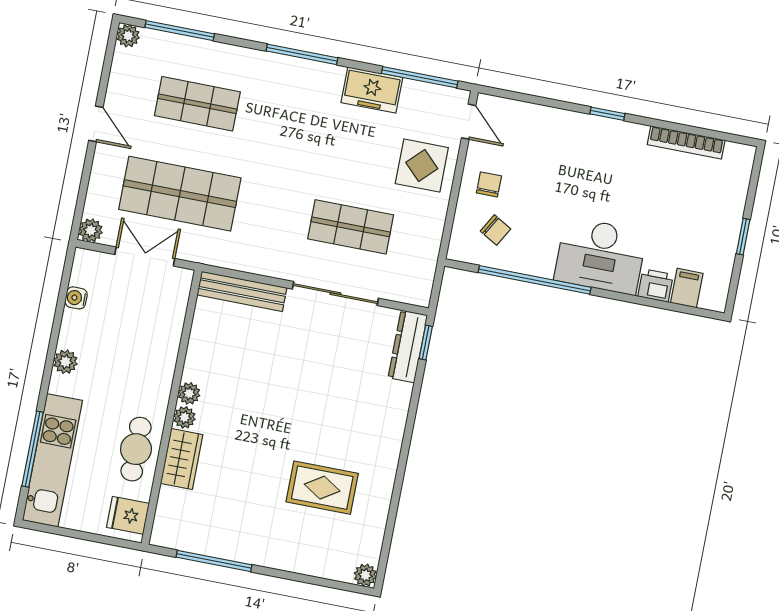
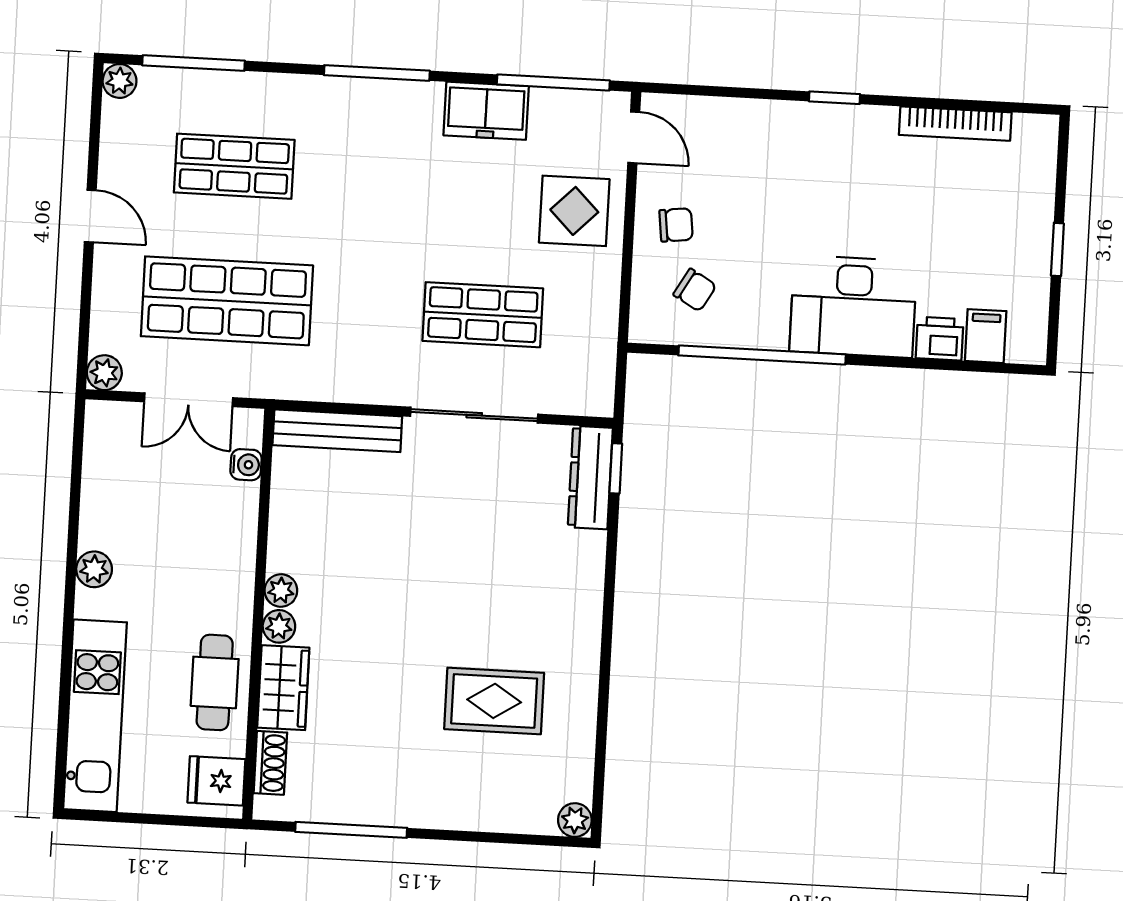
chair: (489, 184) -> (676, 225), turned 83
double door: (145, 257) -> (189, 400), swing flipped
water cooler: (76, 298) -> (246, 465), moved, turned 180
window: (33, 449) -> (64, 703), removed
shoe rack: (166, 508) -> (270, 763), added

